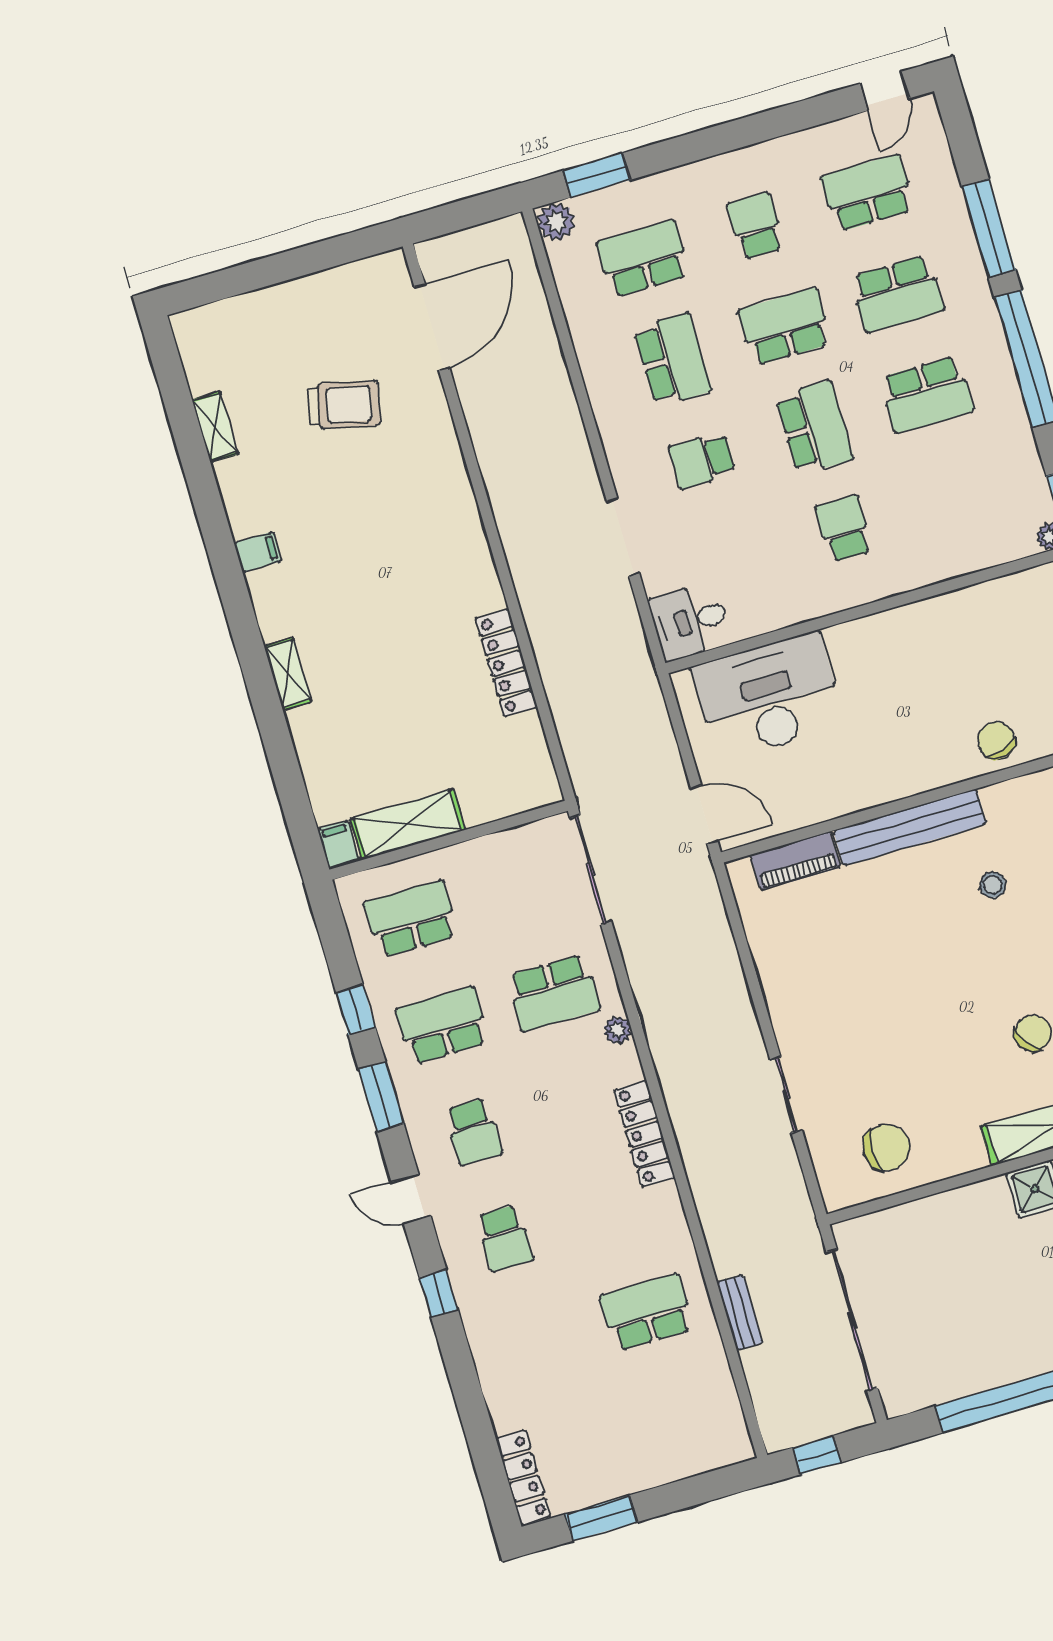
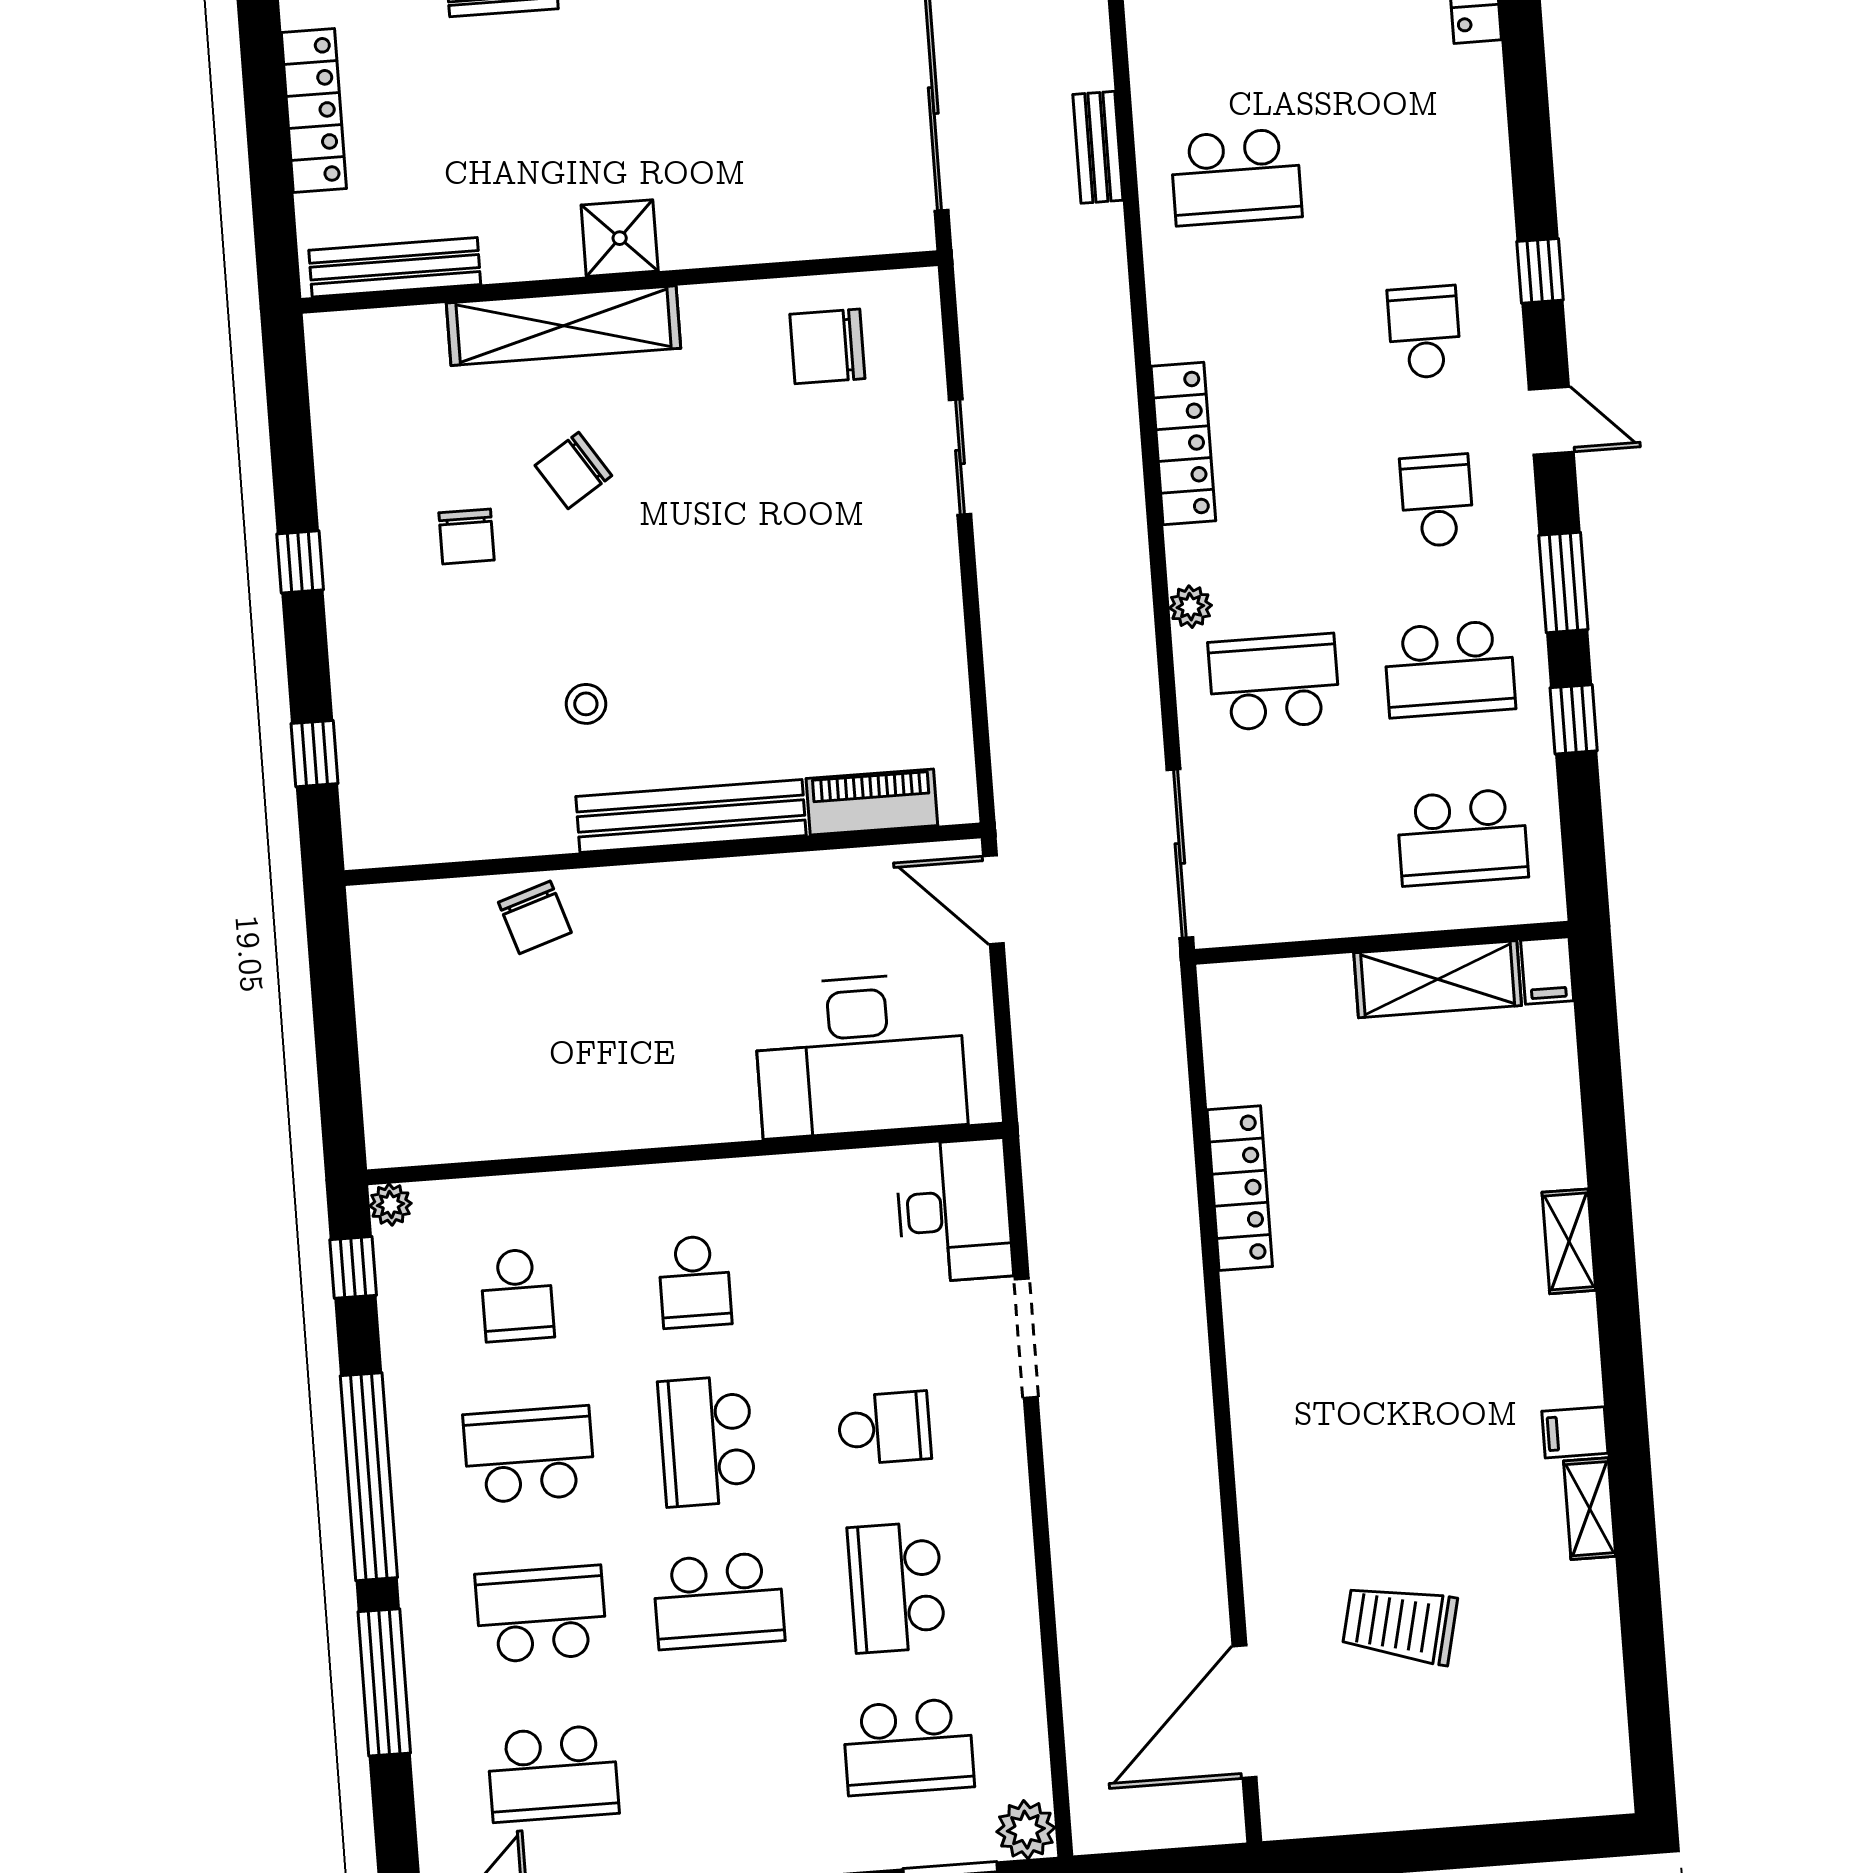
school desk: (755, 226) -> (517, 1295), moved
shelving: (215, 427) -> (1590, 1509), moved
desk: (690, 621) -> (954, 1211), width x1.37

